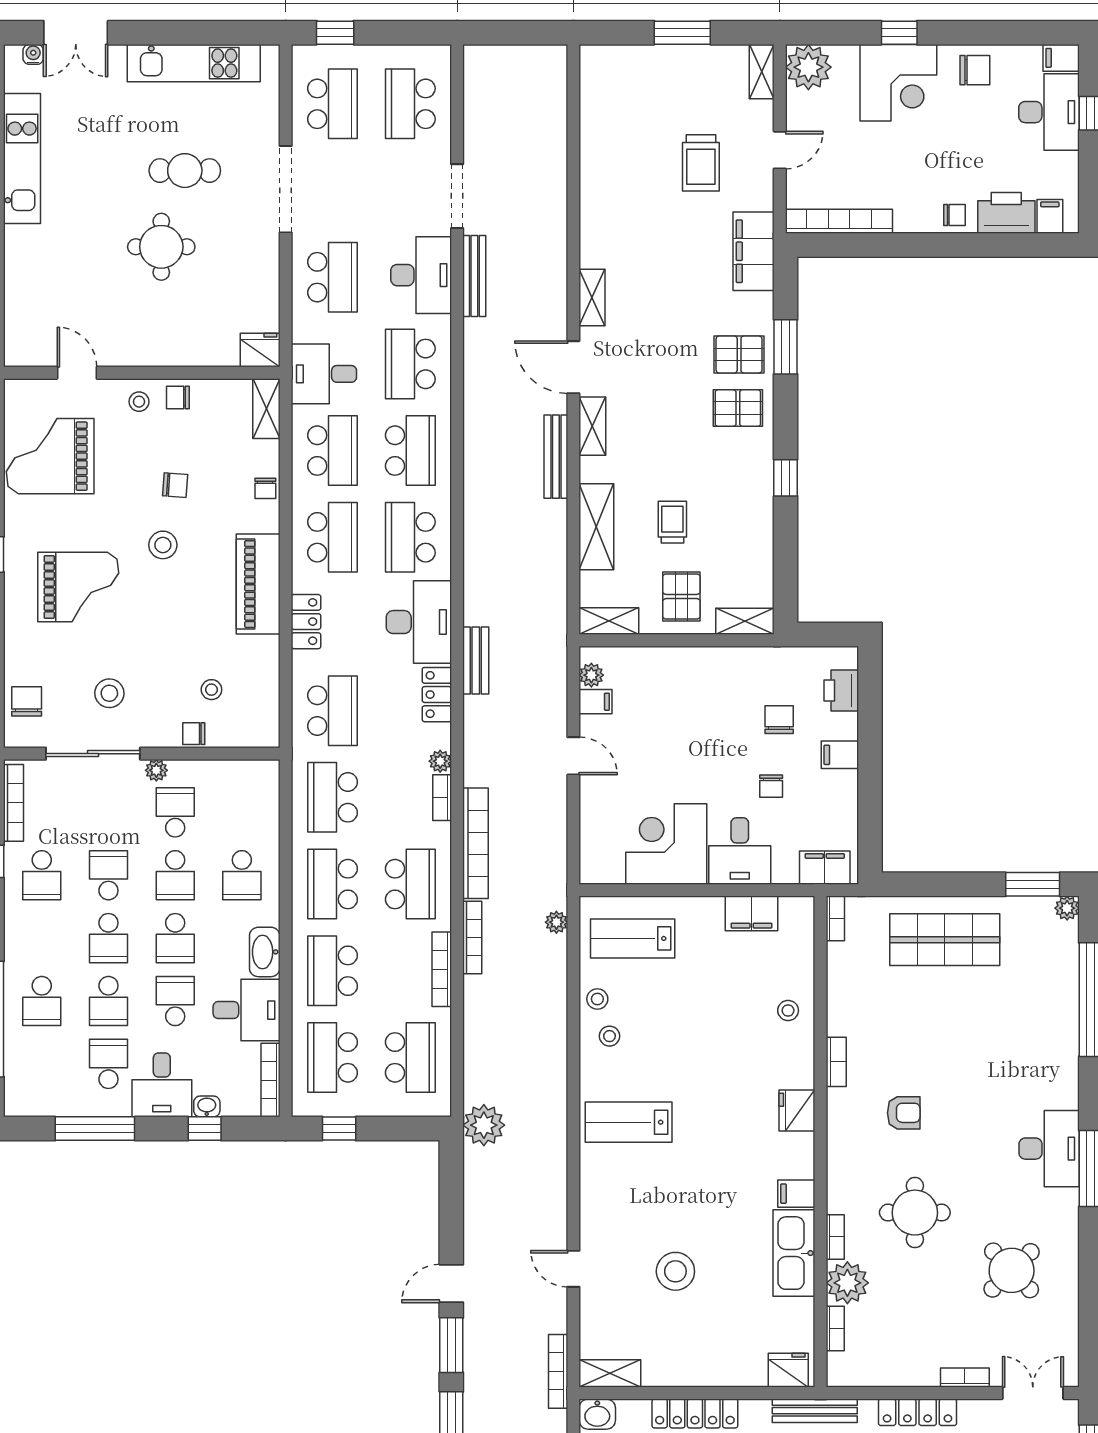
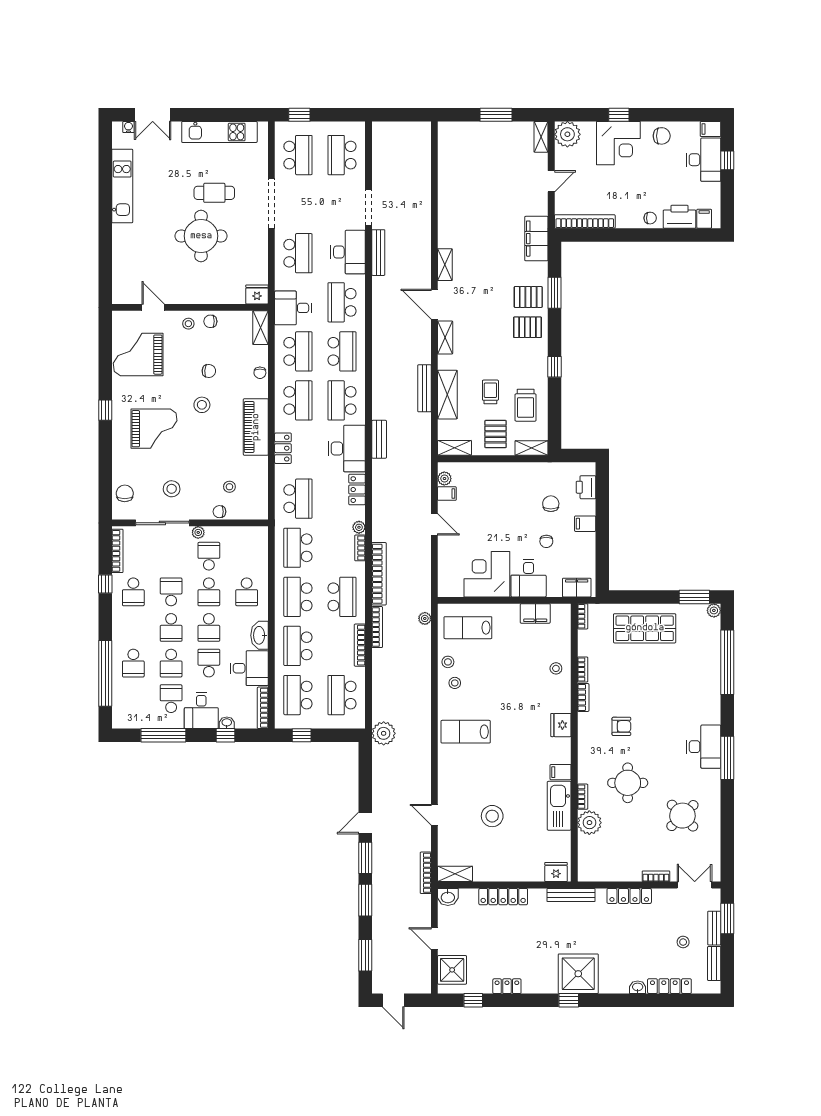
trolley: (701, 163) -> (526, 405), moved
round table: (161, 247) -> (201, 236), width x1.36, depth x1.36
bench: (556, 457) -> (424, 388), moved
bench: (476, 661) -> (379, 439), moved
school desk: (410, 1057) -> (342, 695), turned 180
bookcase: (835, 1328) -> (583, 669), moved

